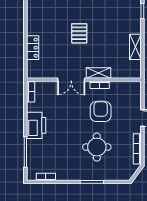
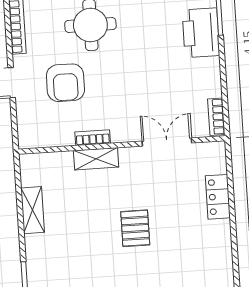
double door: (71, 80) -> (167, 142), moved
armchair: (101, 111) -> (65, 83), moved
printer: (36, 125) -> (201, 33), moved

